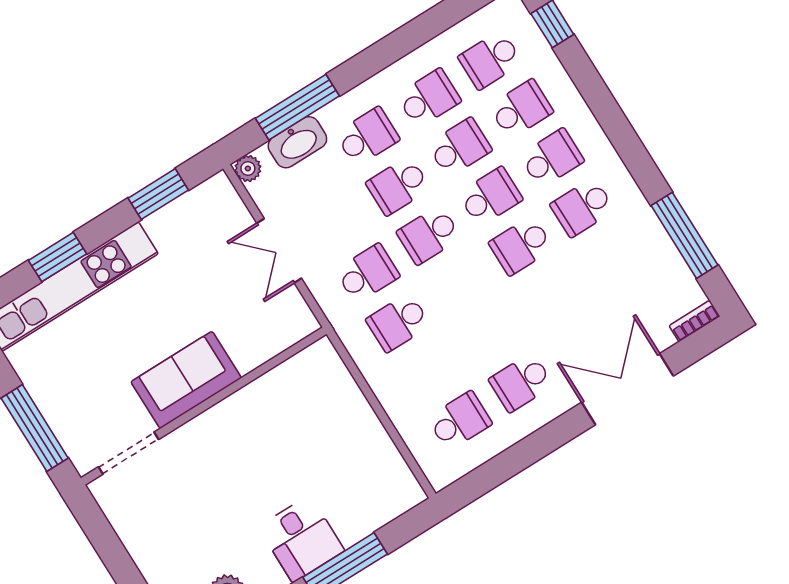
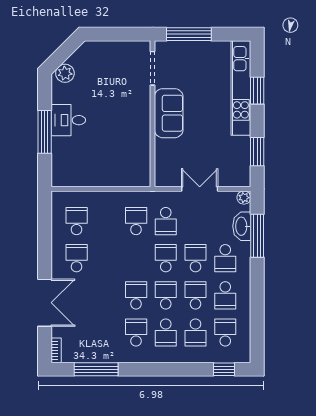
school desk: (460, 147) -> (195, 295), turned 180
school desk: (490, 197) -> (166, 295), turned 180
school desk: (460, 421) -> (77, 221), turned 180

